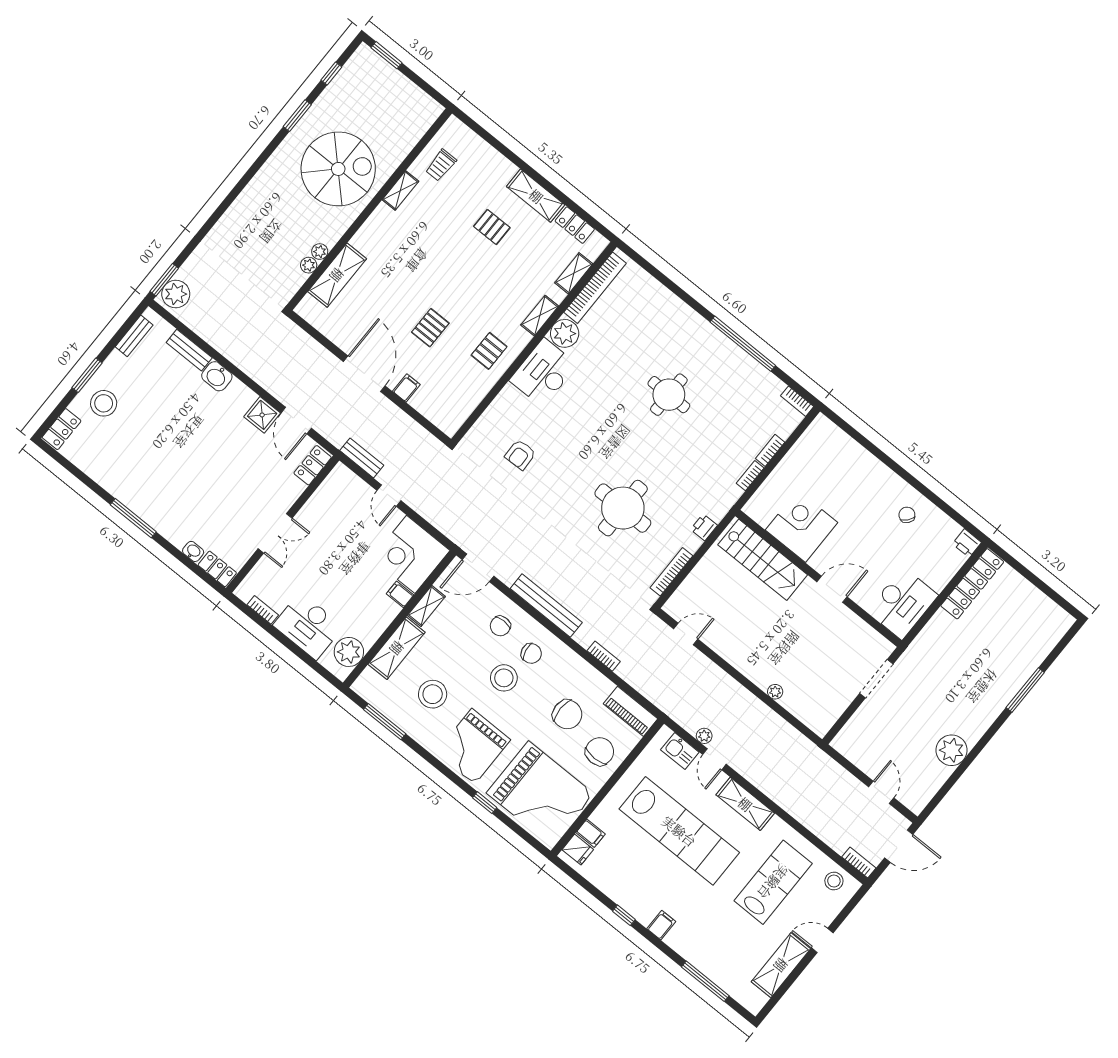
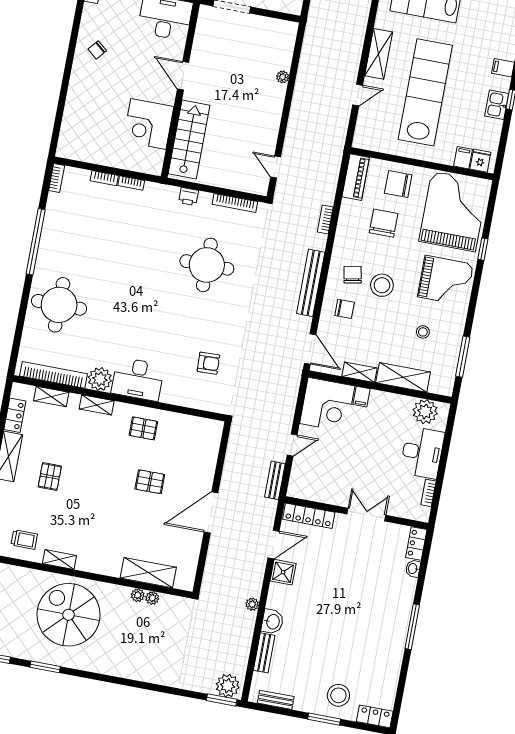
filing cabinet: (406, 388) -> (205, 475), removed
round table: (669, 395) -> (59, 305), moved, width x1.36, depth x1.36
locker: (313, 465) -> (309, 516), width x1.53
stool: (433, 694) -> (423, 332), width x0.53, depth x0.53
plant: (704, 736) -> (252, 604), moved
kitchen sink: (680, 751) -> (497, 105), moved, turned 180

